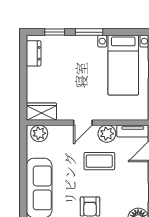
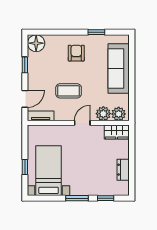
dresser: (34, 53) -> (123, 170), moved
plant: (107, 134) -> (103, 114), moved

